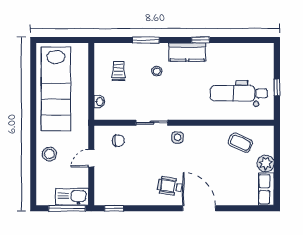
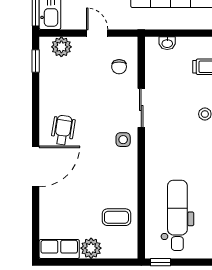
window: (277, 87) -> (161, 262), moved
coffee table: (240, 143) -> (116, 217), turned 66
plant: (102, 187) -> (61, 47), added

